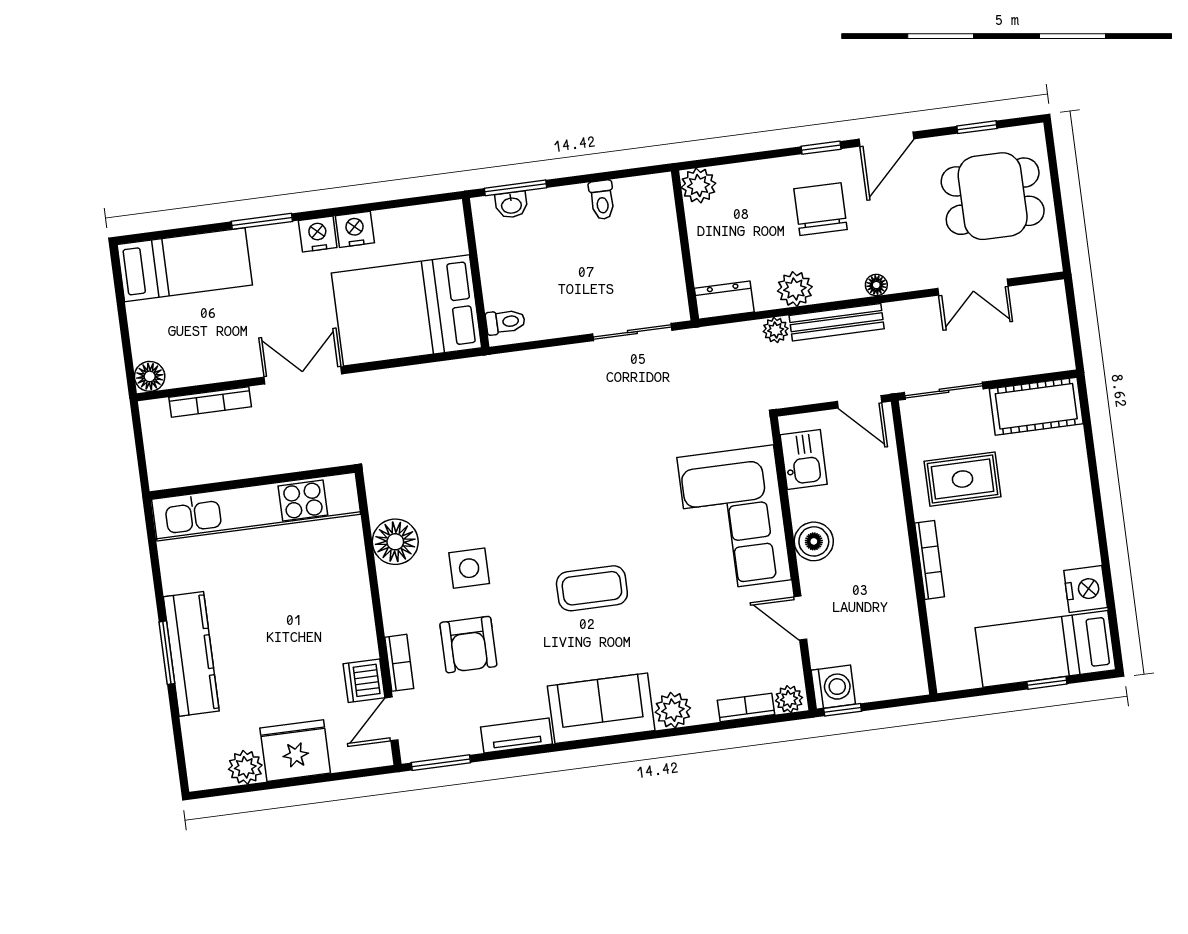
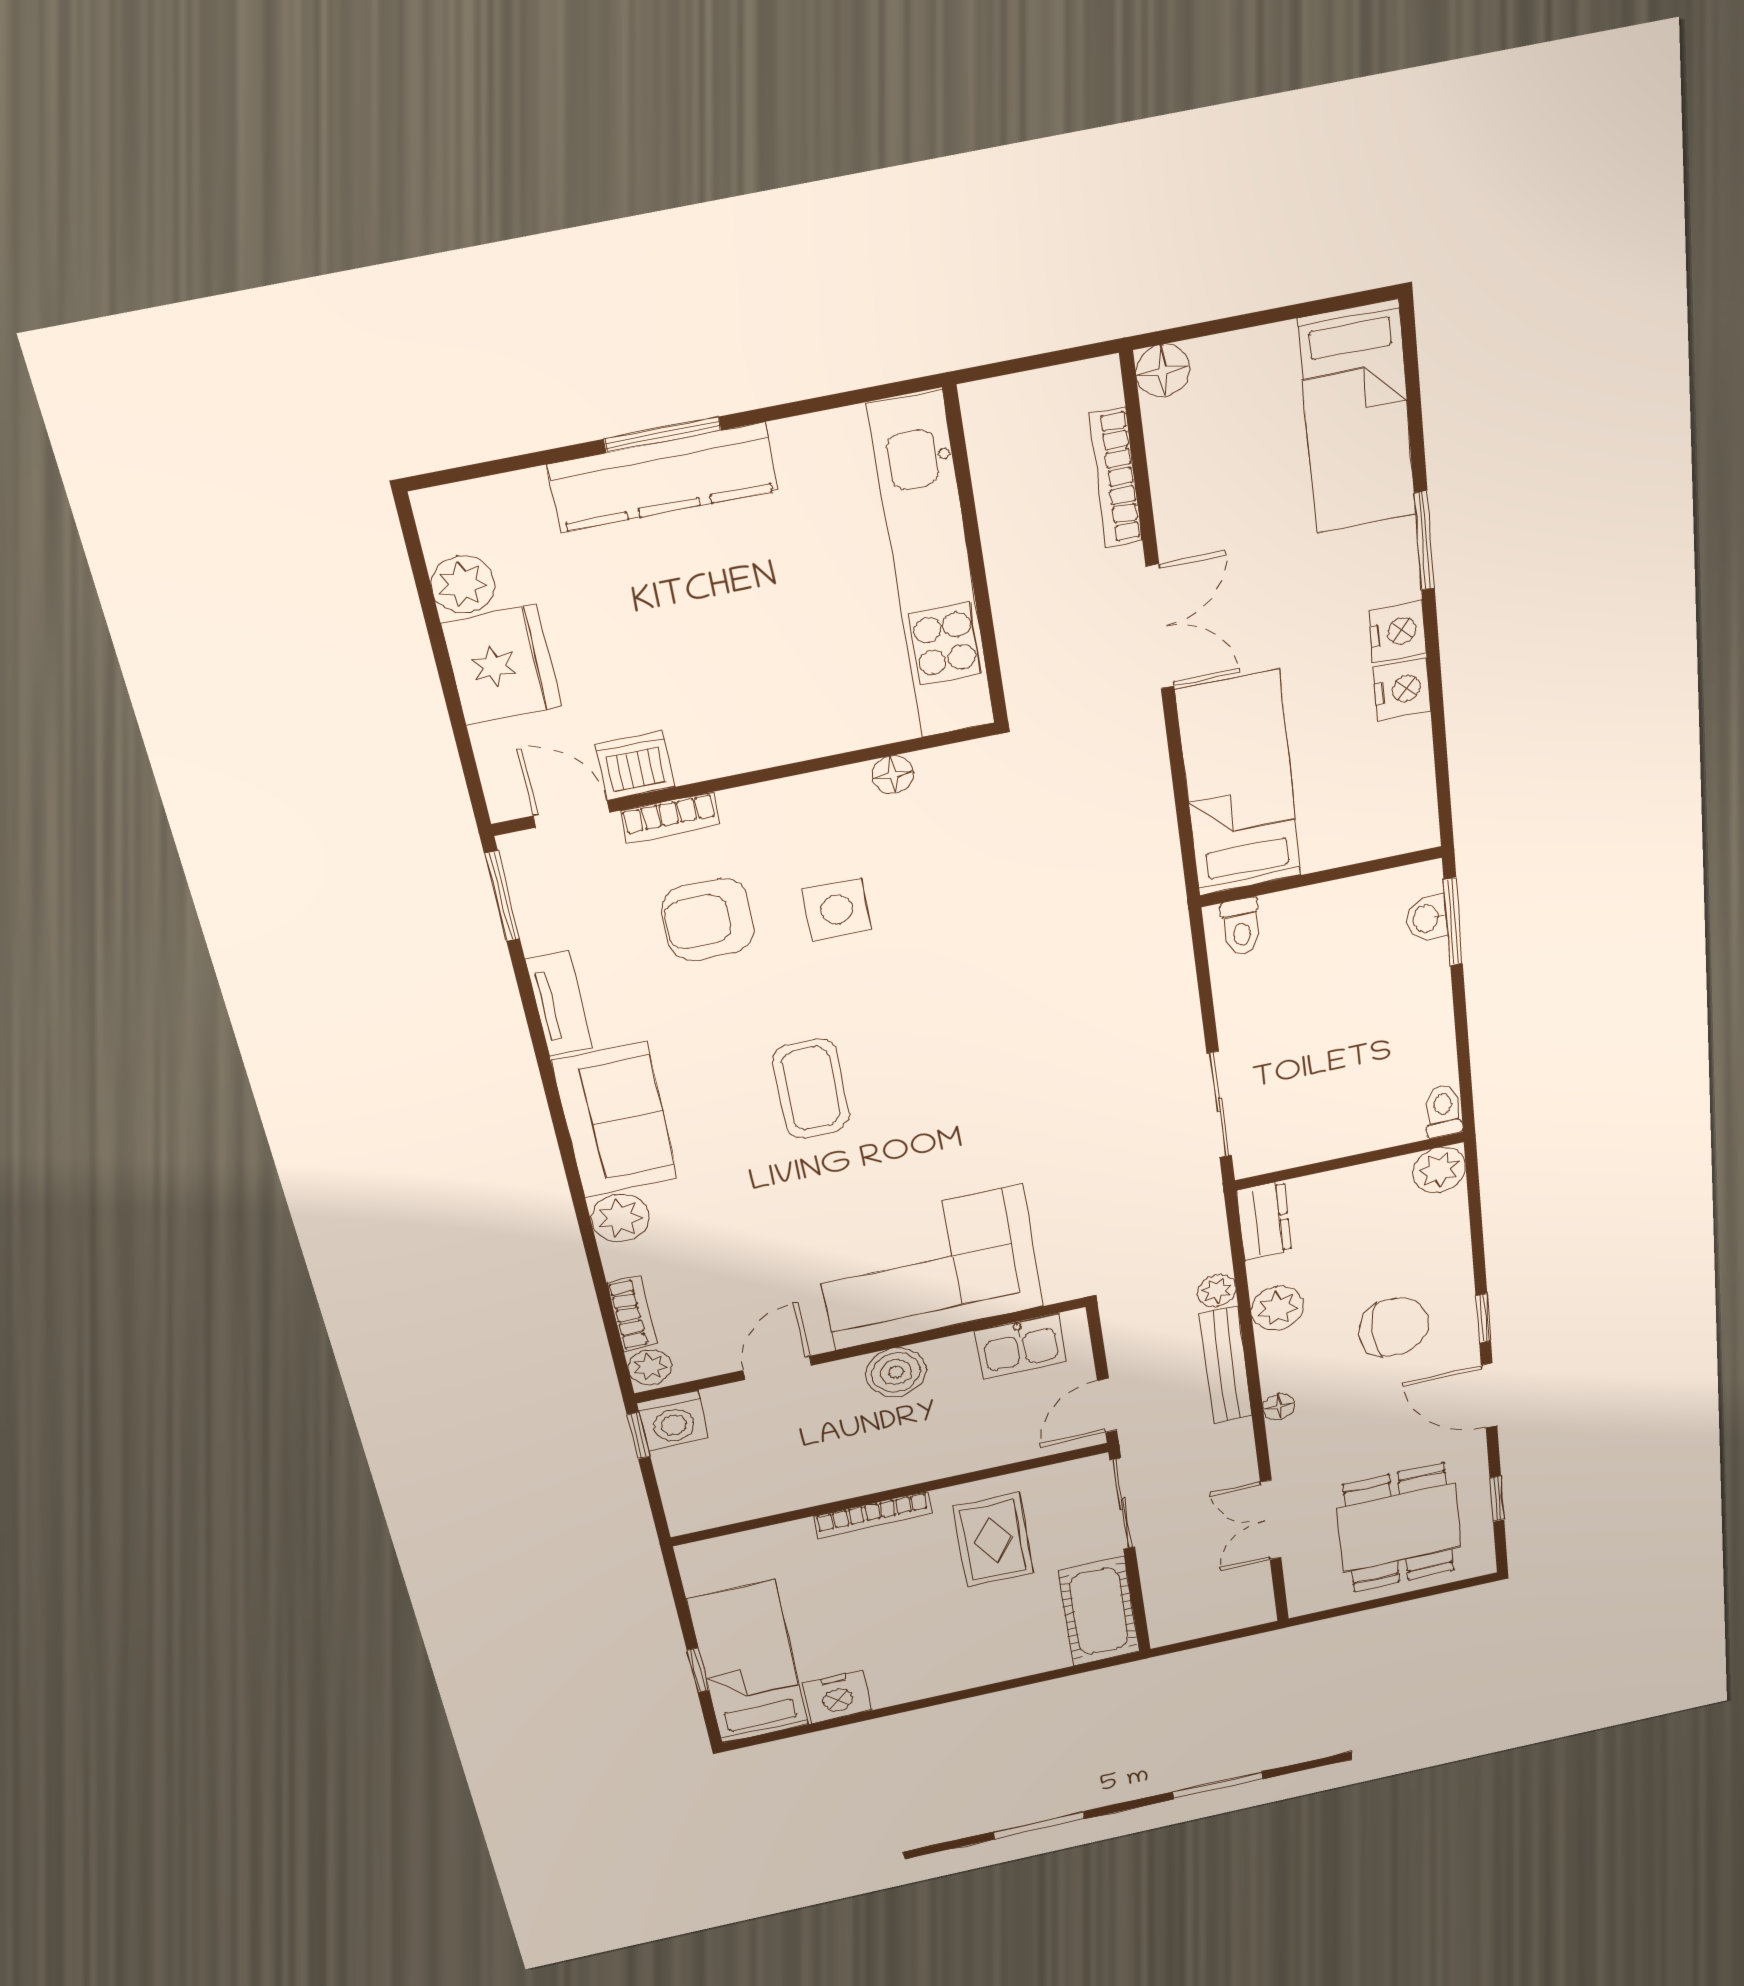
toilet: (602, 200) -> (1443, 1111), moved, turned 90
bed: (406, 310) -> (1239, 784), width x0.67
floor lamp: (395, 542) -> (892, 775), width x0.53, depth x0.53

